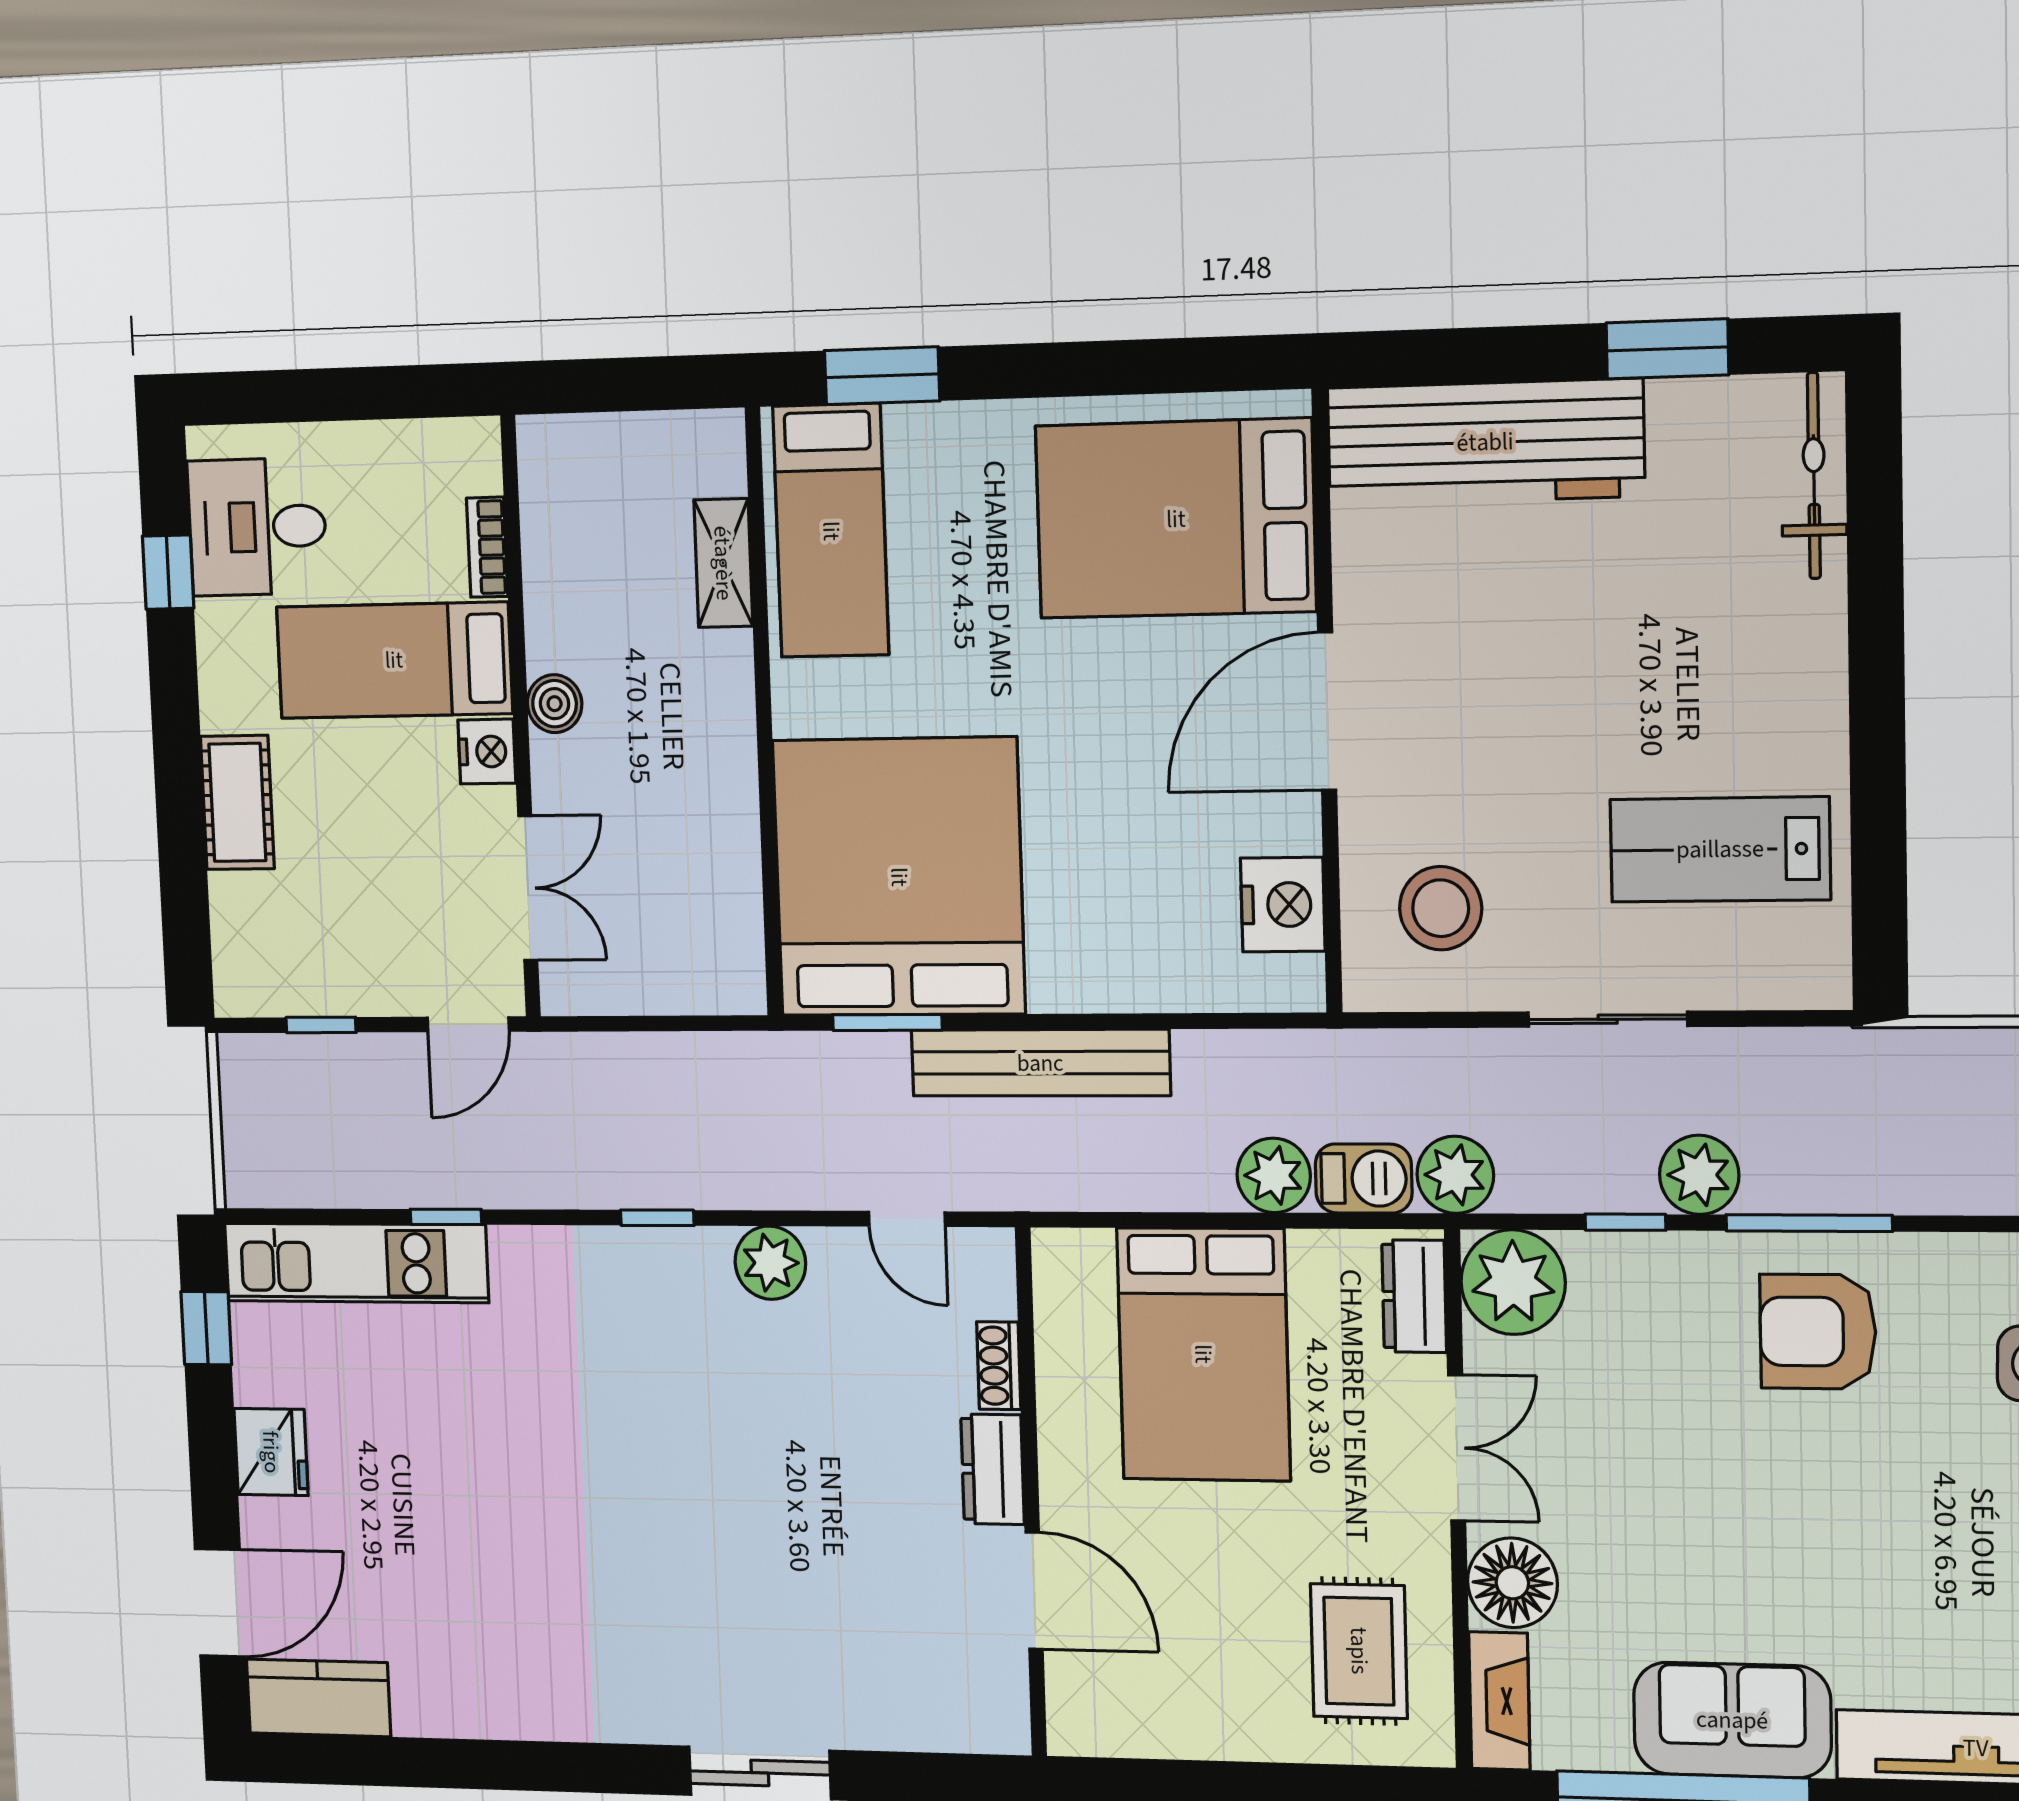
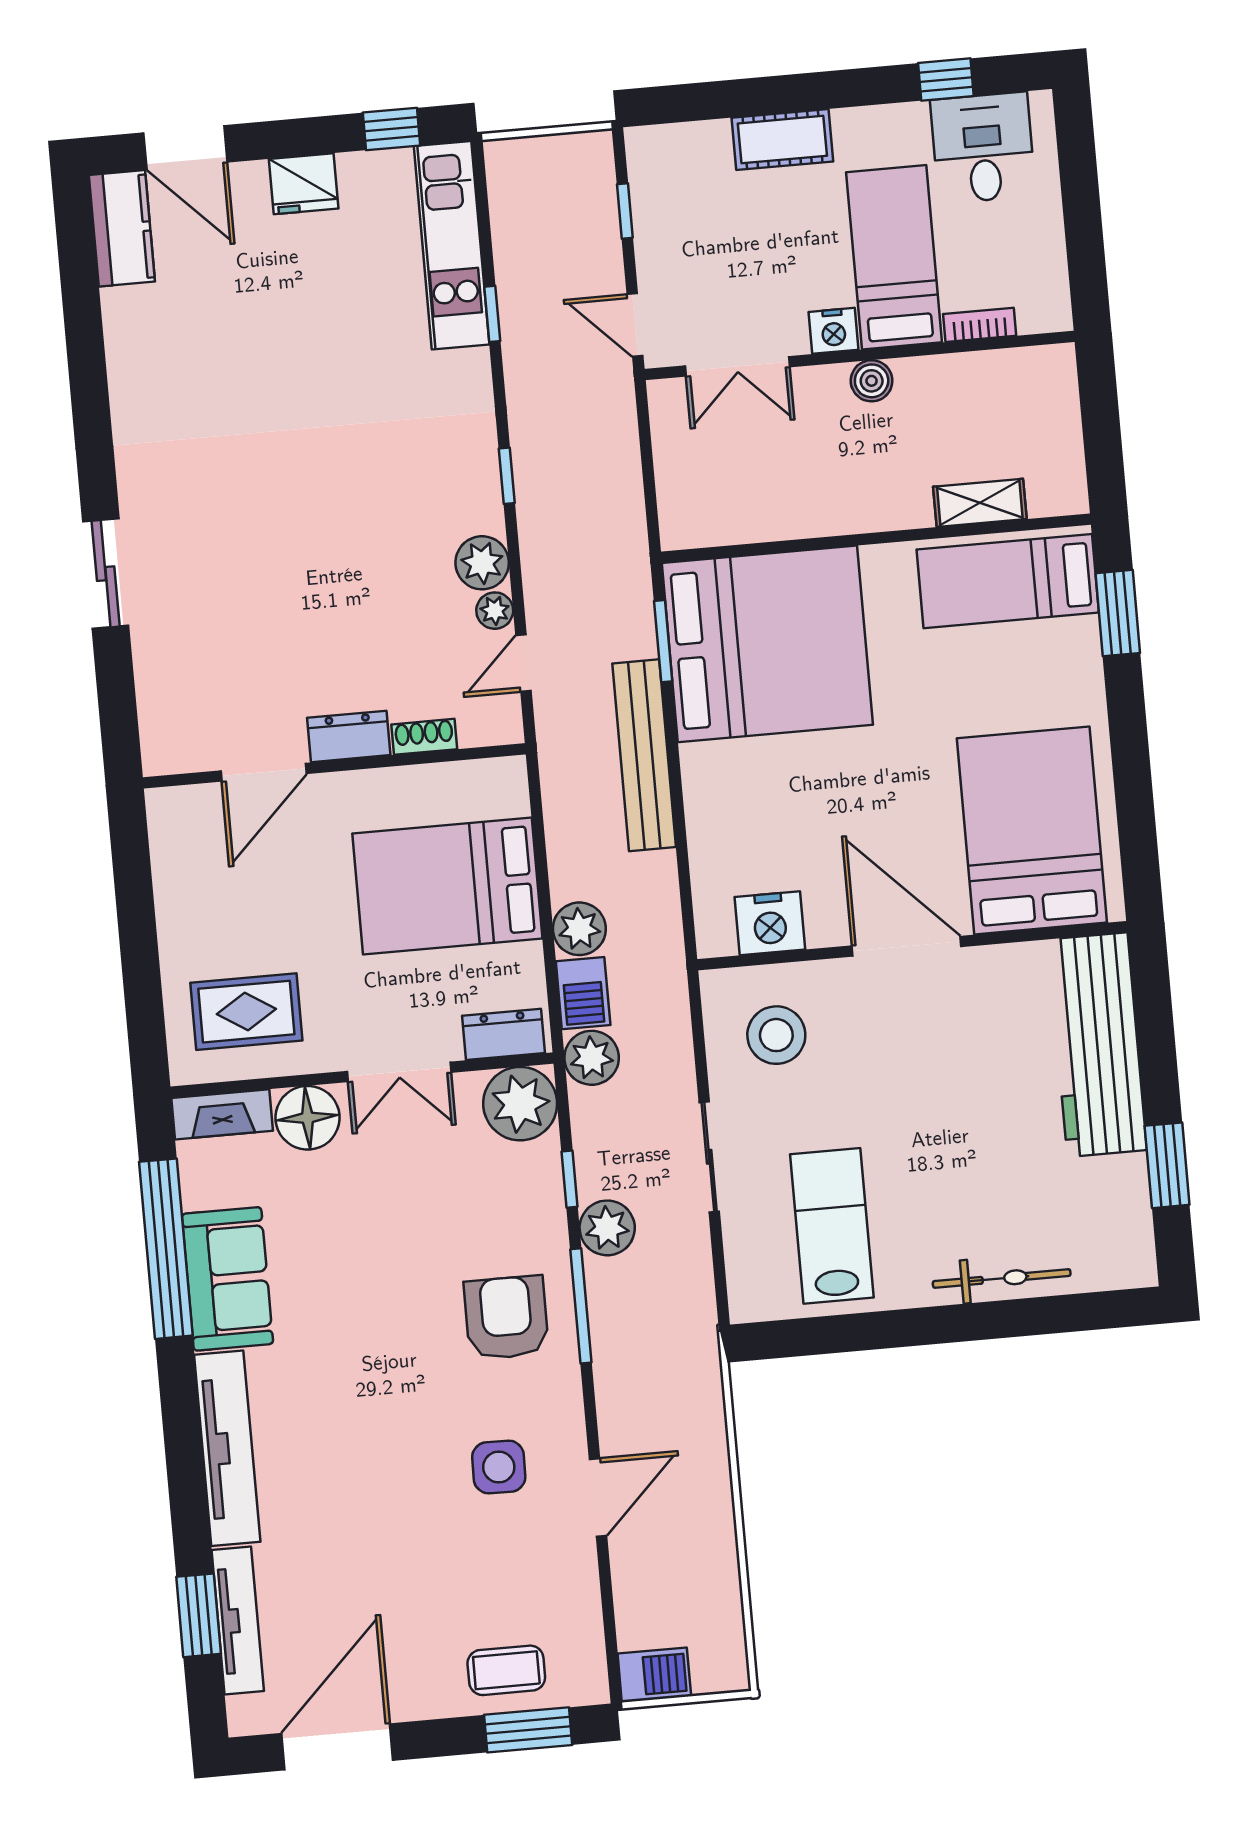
bicycle: (1814, 476) -> (1002, 1278), moved
plant: (835, 1252) -> (495, 611), added

